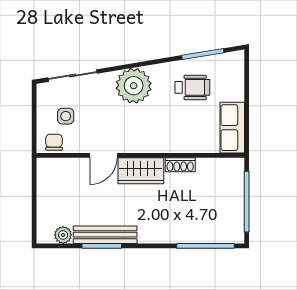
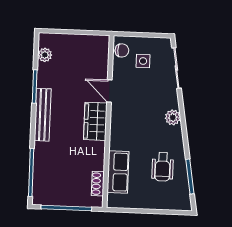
plant: (134, 86) -> (173, 117), width x0.53, depth x0.53
row of seats: (232, 128) -> (118, 172), moved, turned 90
shoe rack: (180, 165) -> (98, 184), moved
bench: (105, 235) -> (43, 115), moved

